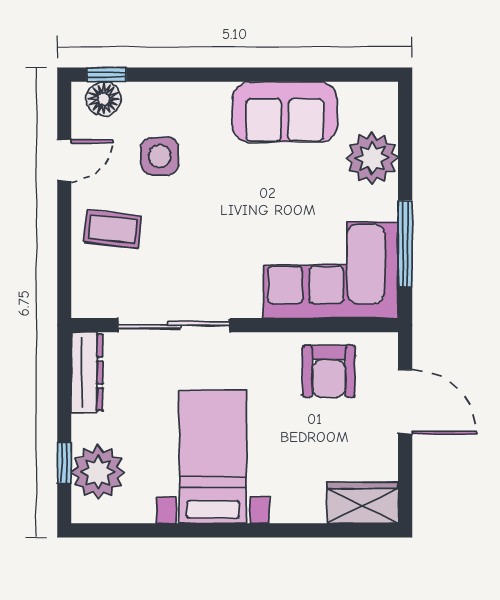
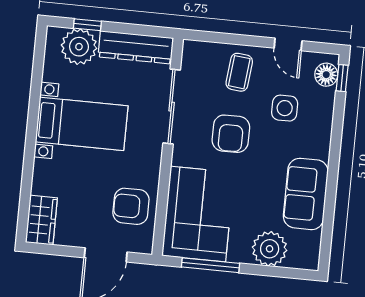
armchair: (206, 233) -> (231, 134), added
dresser: (87, 373) -> (136, 47), width x1.37, depth x1.24

